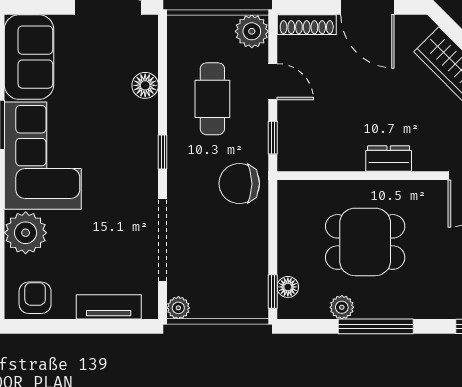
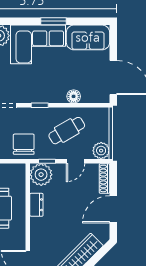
cafe table: (212, 99) -> (67, 131), turned -30
plant: (299, 149) -> (41, 175), added
dresser: (389, 158) -> (36, 205), moved

